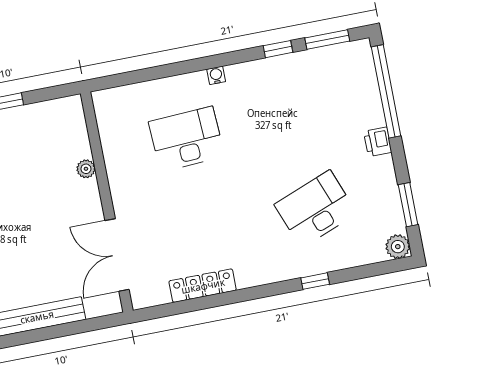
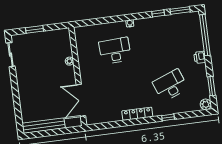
locker: (203, 286) -> (137, 114), moved

